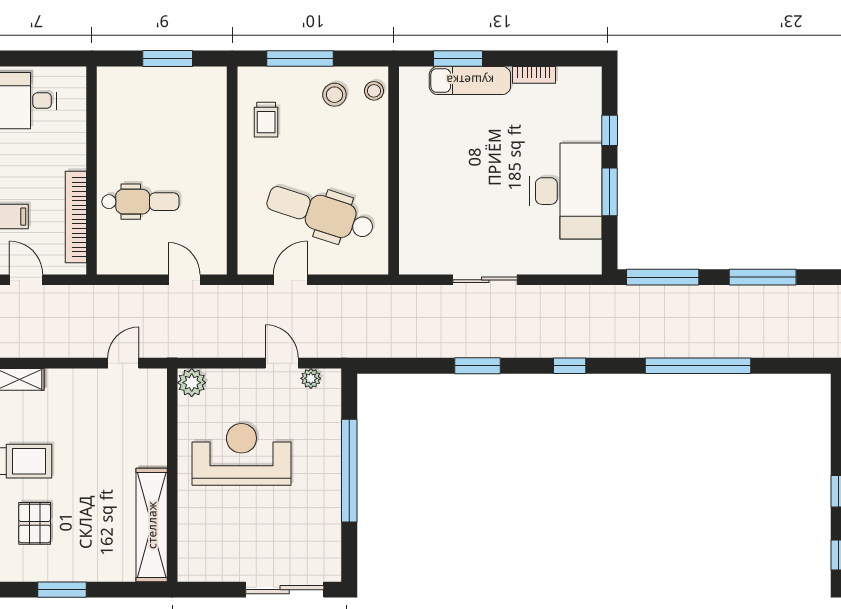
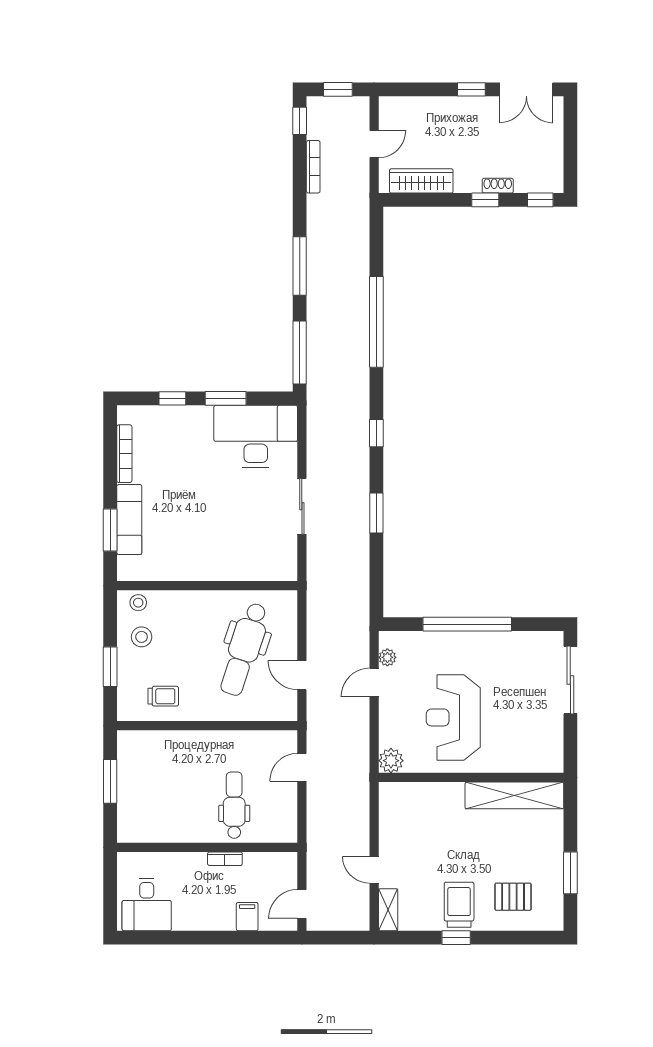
window: (300, 58) -> (110, 667), width x0.69
bookcase: (534, 75) -> (124, 454), width x1.56
desk: (566, 191) -> (256, 436), moved
bookcase: (76, 217) -> (225, 859), width x0.43, depth x0.76
door: (123, 363) -> (374, 870), moved

